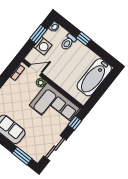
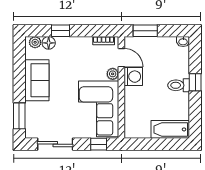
window: (38, 34) -> (145, 31), moved
toilet: (68, 42) -> (179, 85), moved
washing machine: (43, 46) -> (133, 77), moved, turned -90
bathtub: (94, 77) -> (170, 129), width x0.73, depth x0.73

